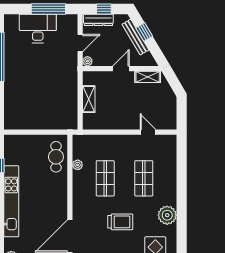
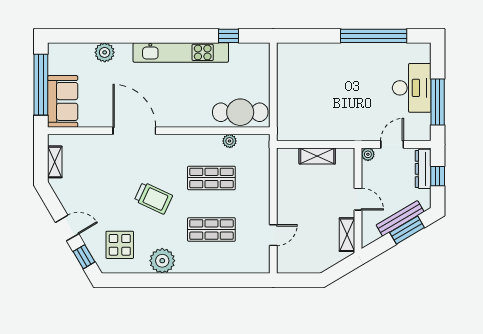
window: (144, 32) -> (407, 230), width x1.50
door: (80, 43) -> (392, 144), swing flipped
cafe table: (56, 157) -> (240, 112), width x1.37, depth x1.35
trolley: (120, 222) -> (153, 198), turned -65

